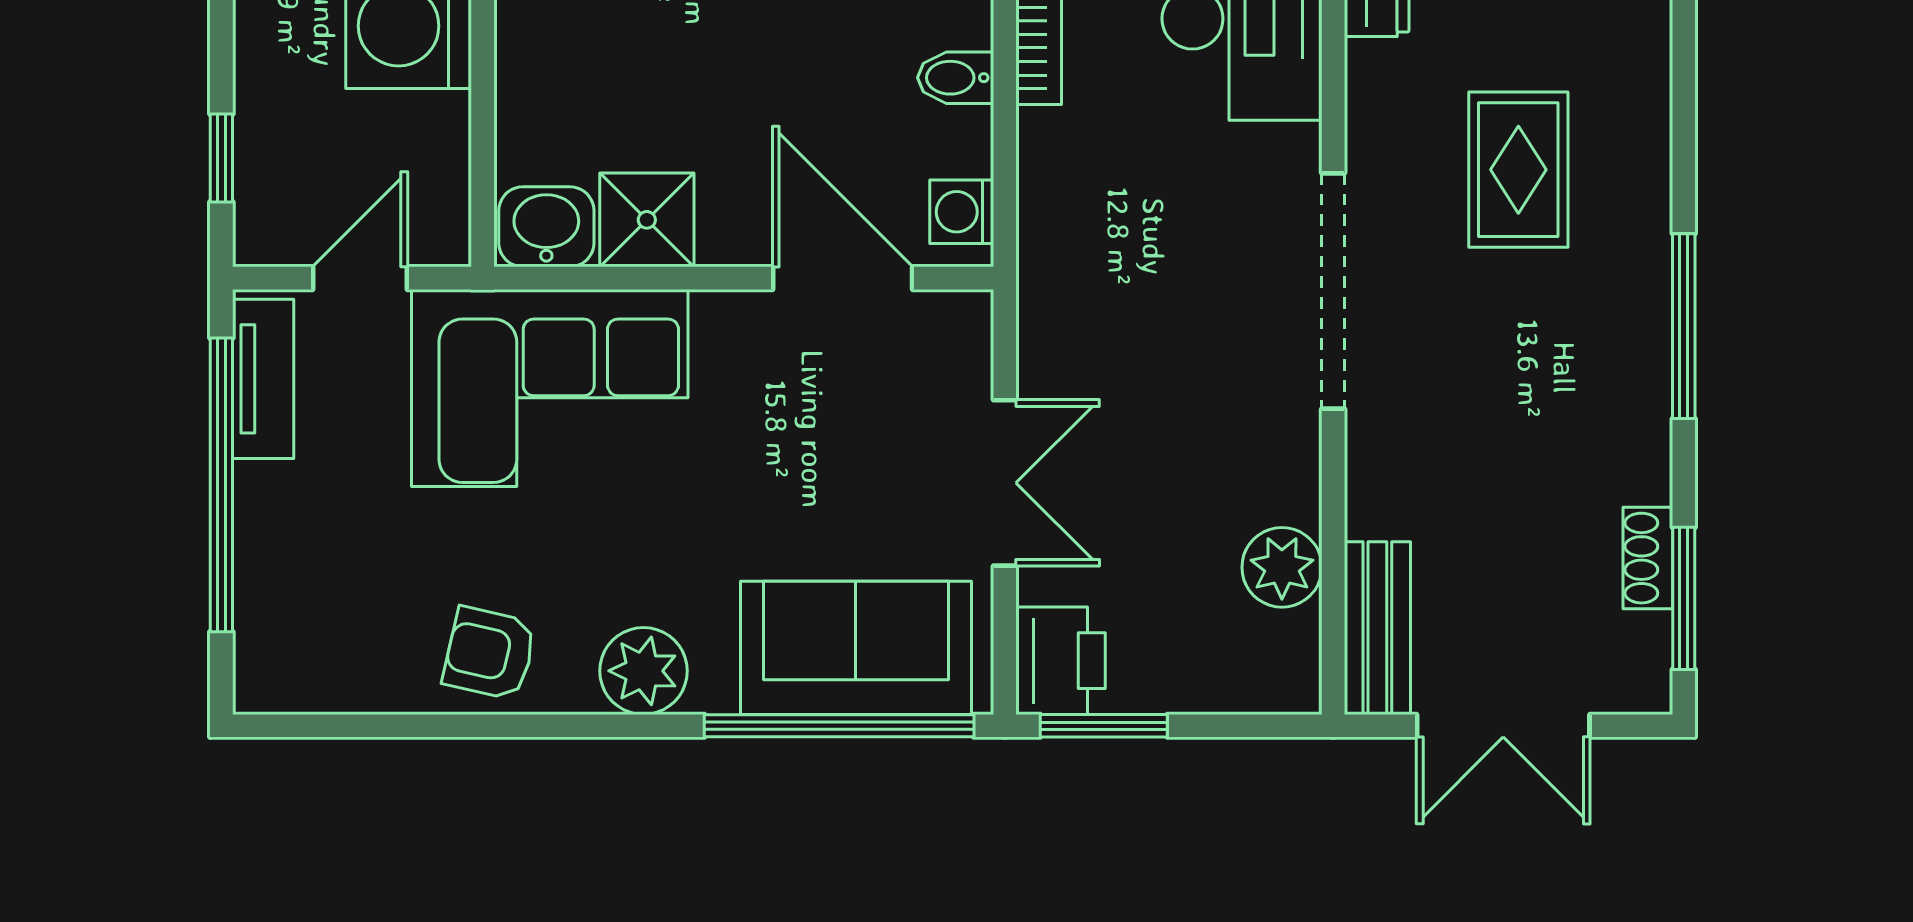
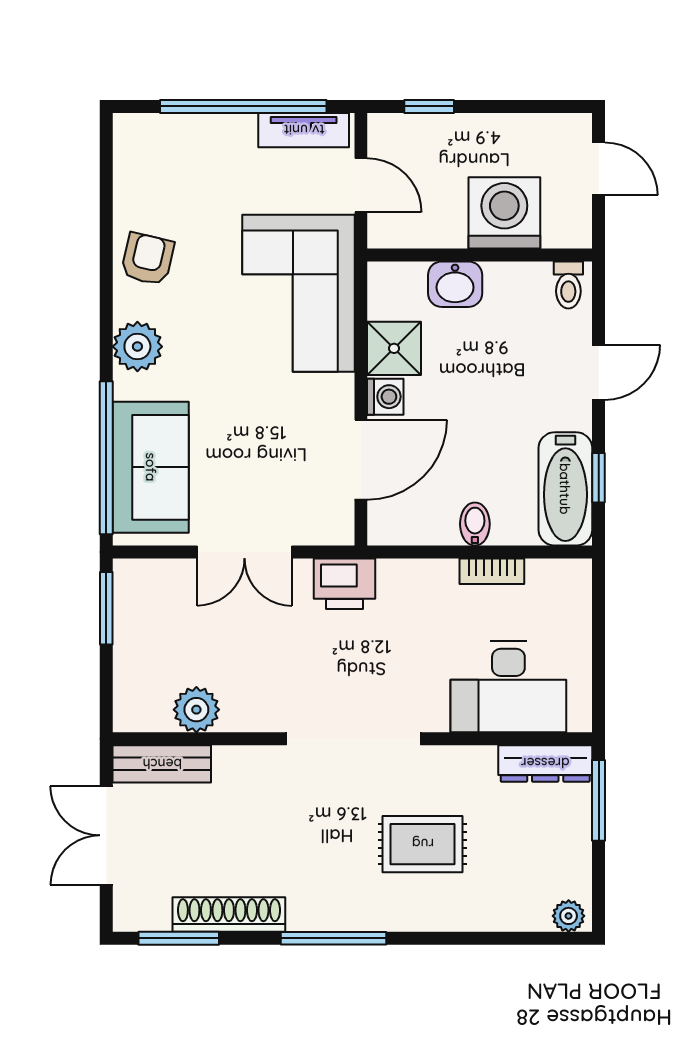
washing machine: (962, 212) -> (385, 397), moved, turned 90
washbasin: (546, 227) -> (455, 284), moved, turned 90
shoe rack: (1648, 558) -> (229, 914), width x1.94, depth x1.24
printer: (1061, 661) -> (344, 584), moved

